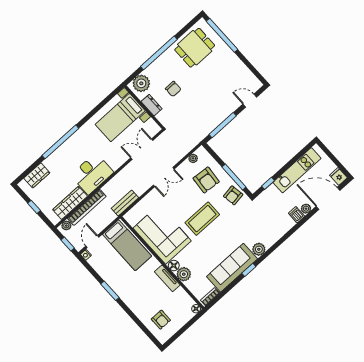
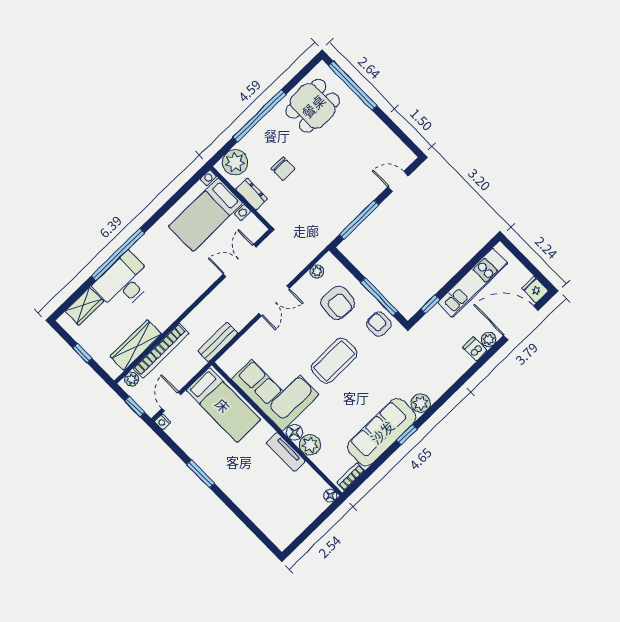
desk: (92, 174) -> (124, 282), moved, turned 180
armchair: (233, 195) -> (379, 324), turned 99
armchair: (161, 320) -> (278, 514), removed

